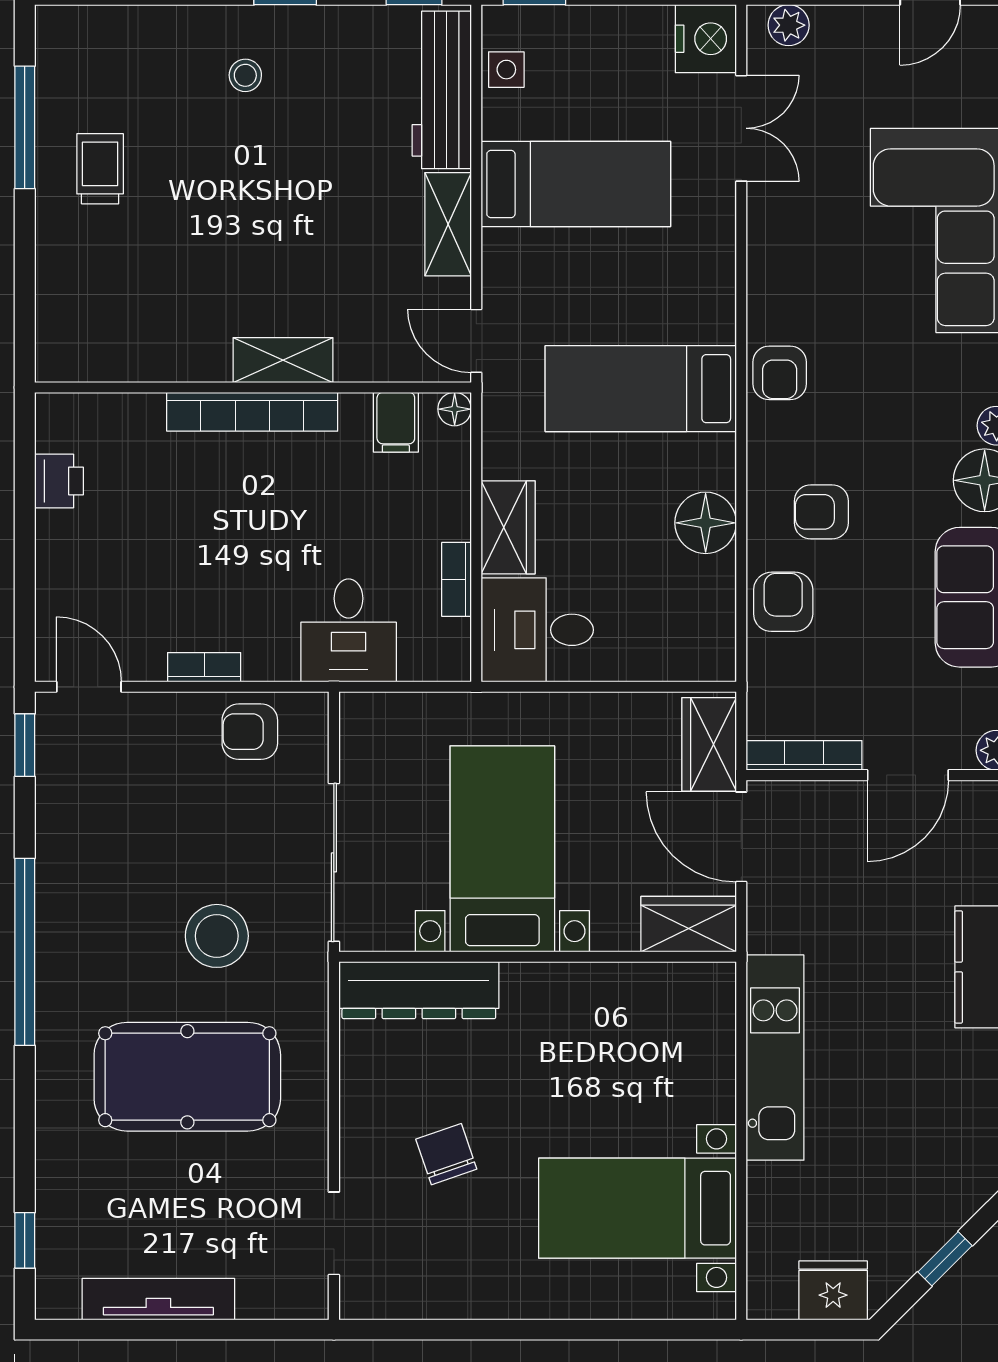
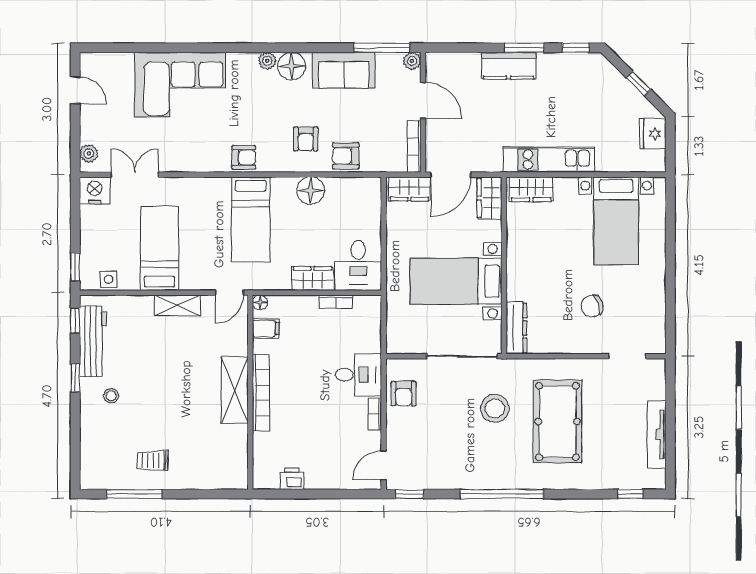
workbench: (442, 90) -> (93, 341), moved, turned -90
shelving: (283, 360) -> (235, 390), width x1.50, depth x1.33
desk: (349, 630) -> (359, 375), moved
dresser: (419, 990) -> (516, 328), width x0.73, depth x0.80
wardrobe: (708, 1018) -> (531, 189), added

